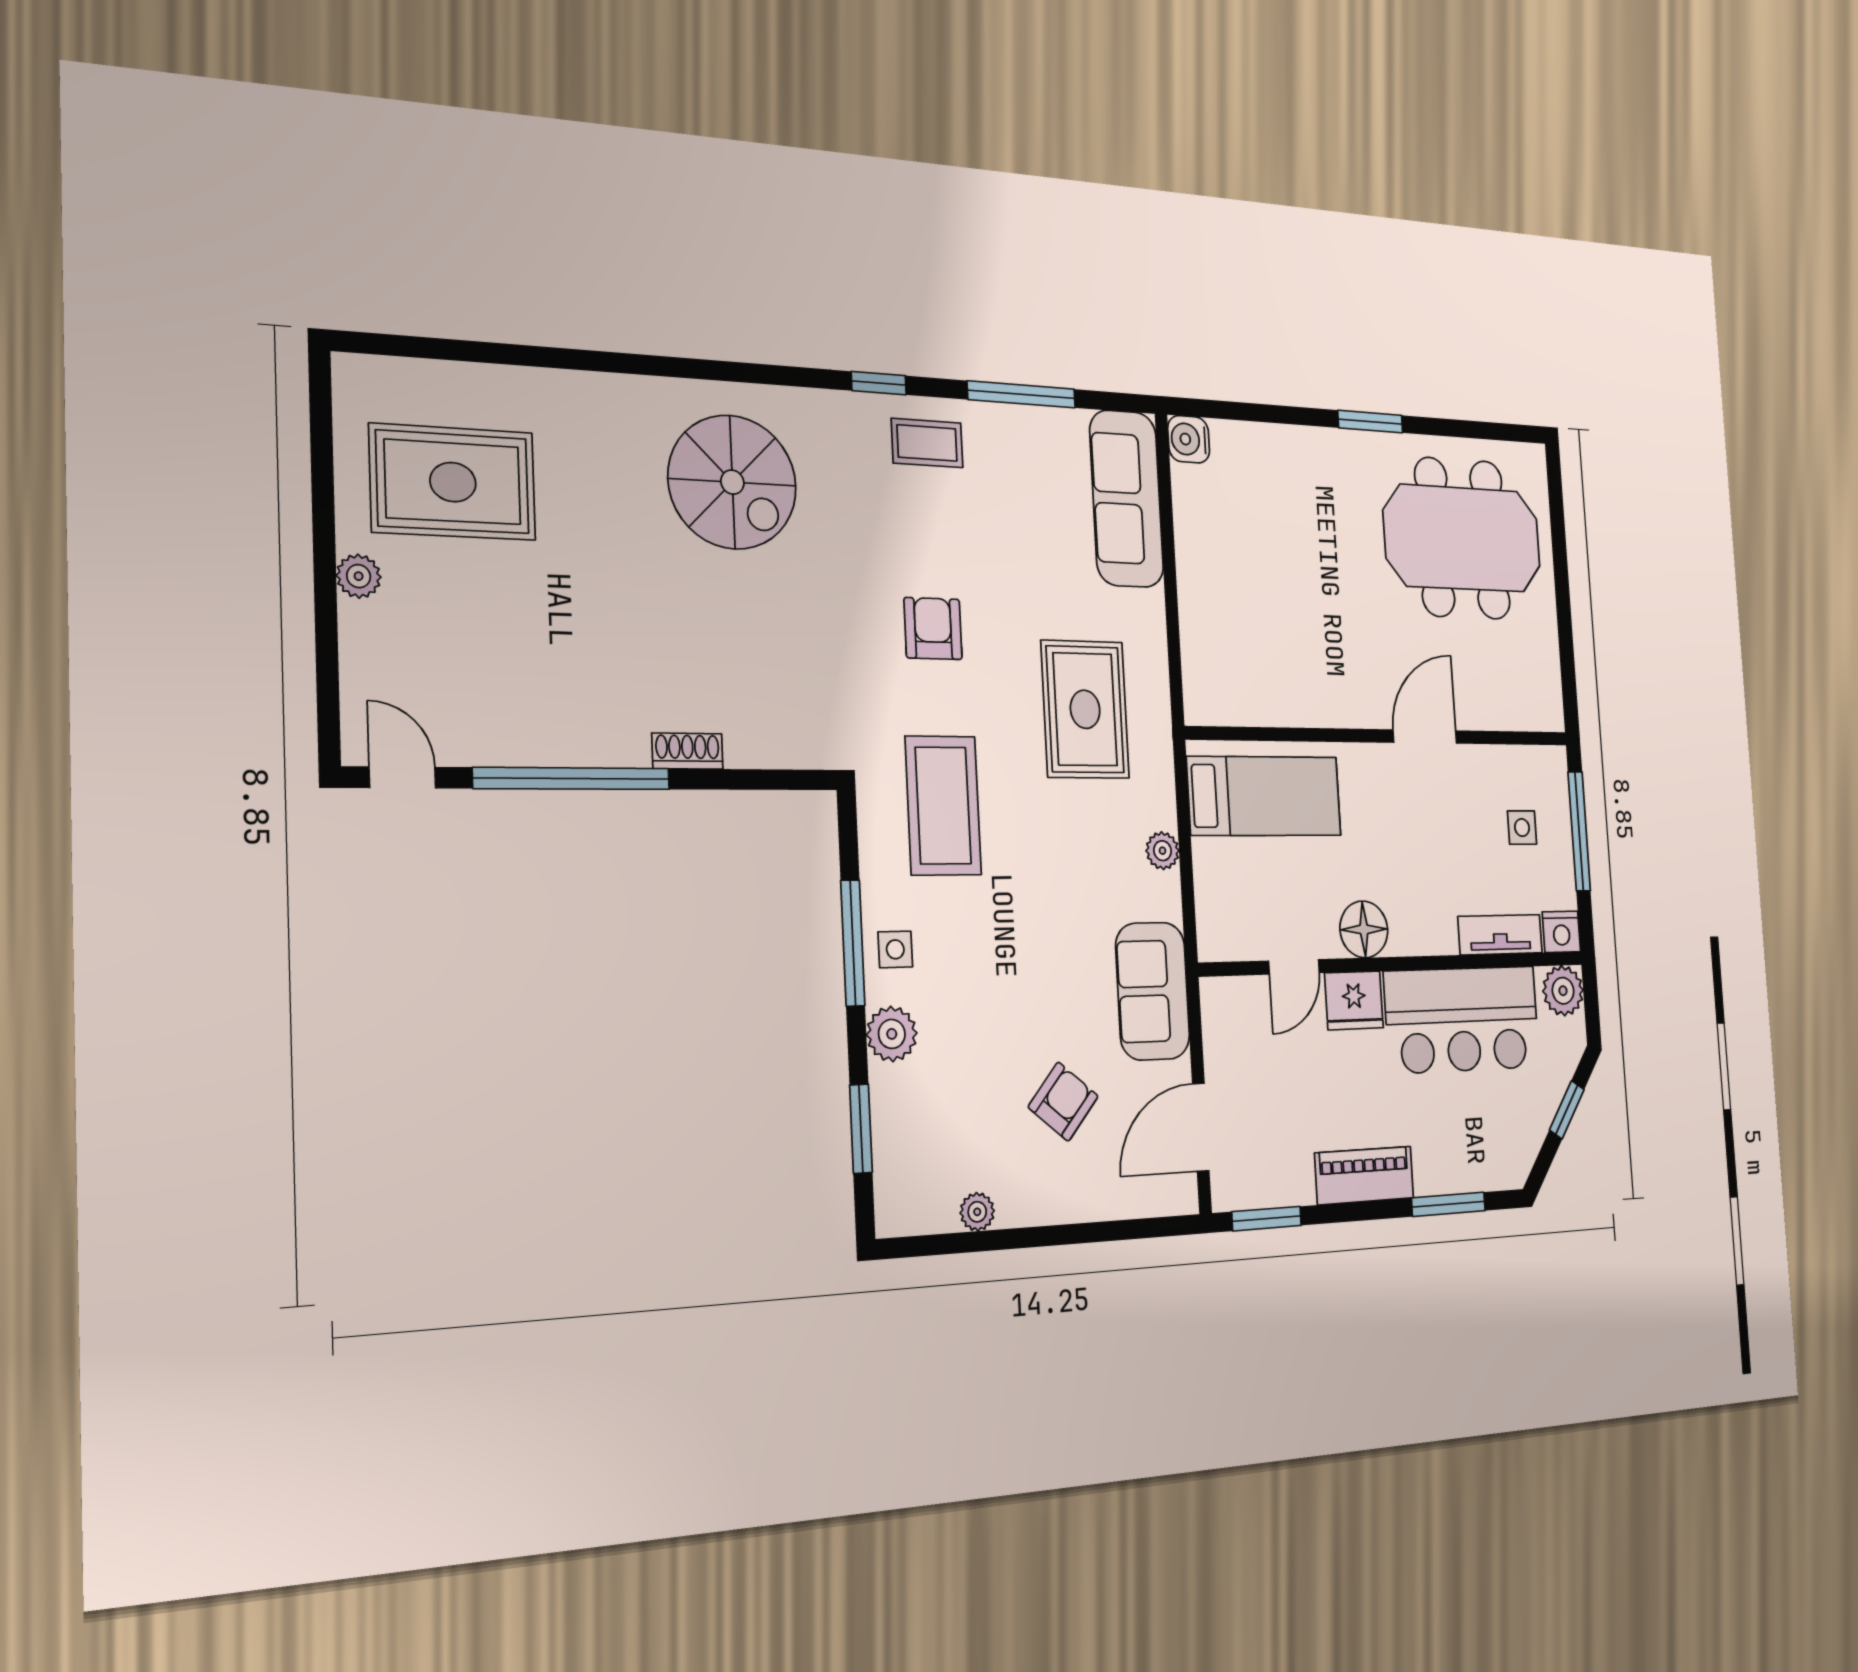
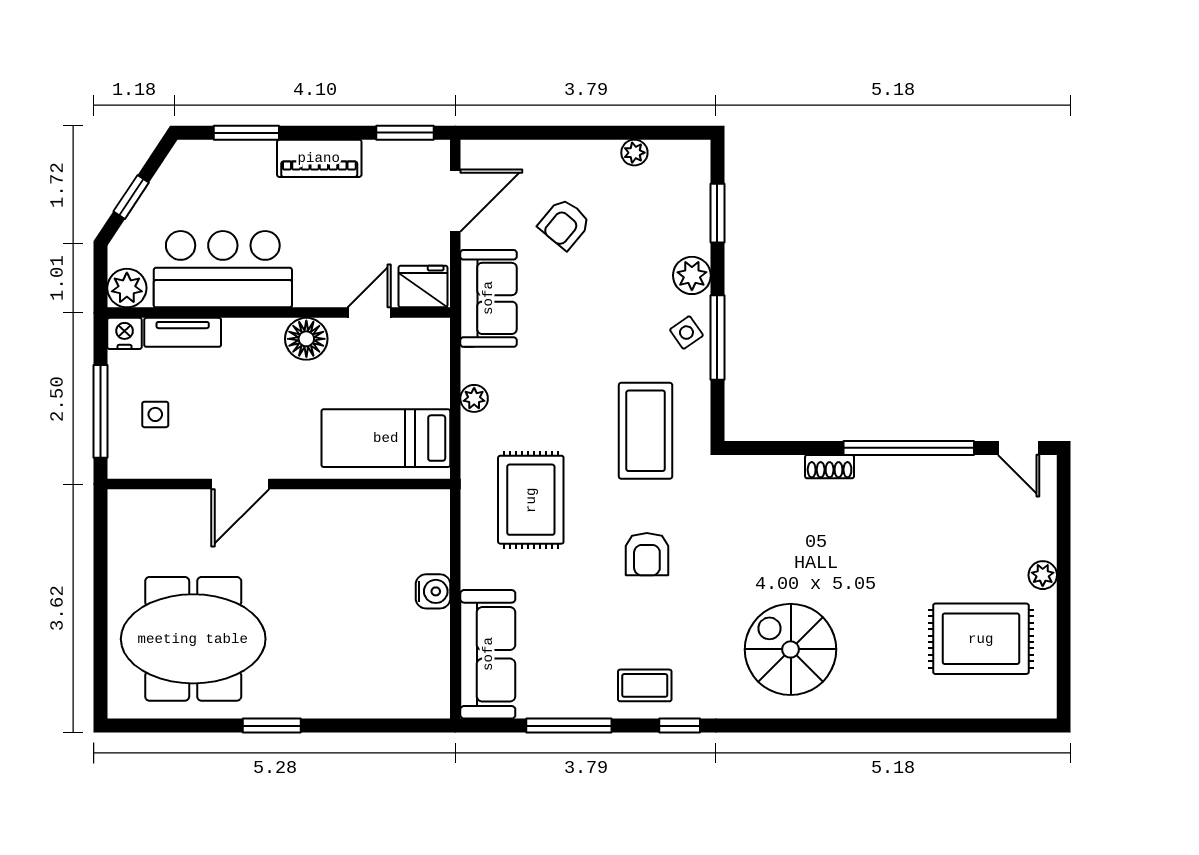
water cooler: (1189, 439) -> (433, 591), moved
side table: (895, 949) -> (686, 333), turned -35
fridge: (1354, 1000) -> (423, 287), moved

